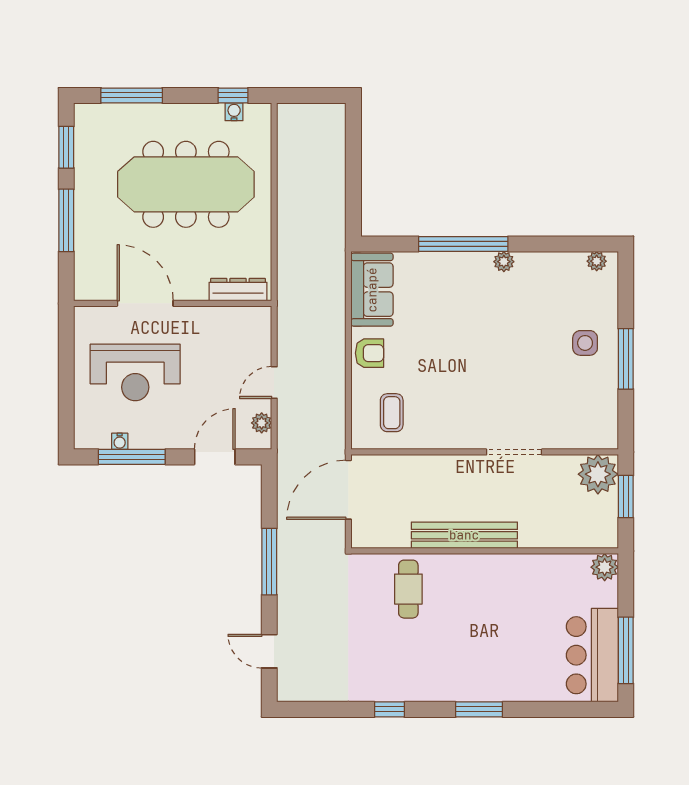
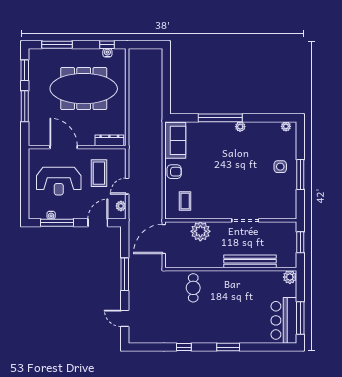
coffee table: (217, 356) -> (99, 173), added
plant: (598, 474) -> (200, 231), moved
bench: (464, 535) -> (250, 261), moved

